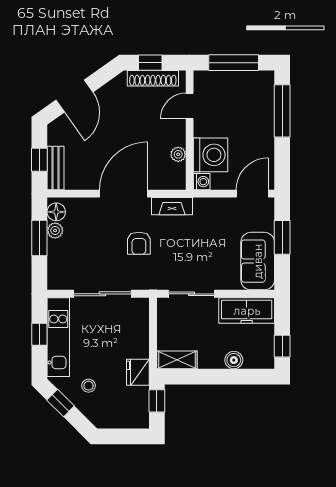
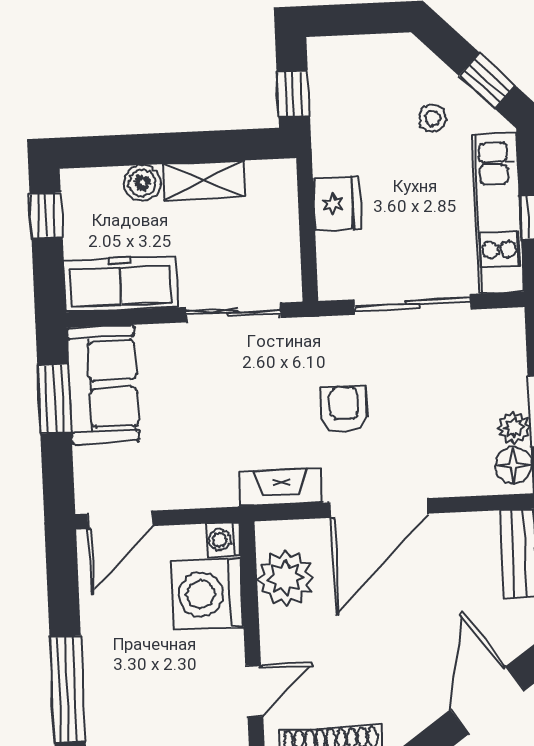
plant: (178, 154) -> (286, 578), width x1.87, depth x1.87
window: (282, 237) -> (54, 399), moved
shelving: (177, 360) -> (203, 180), moved
fridge: (138, 372) -> (337, 203), moved

